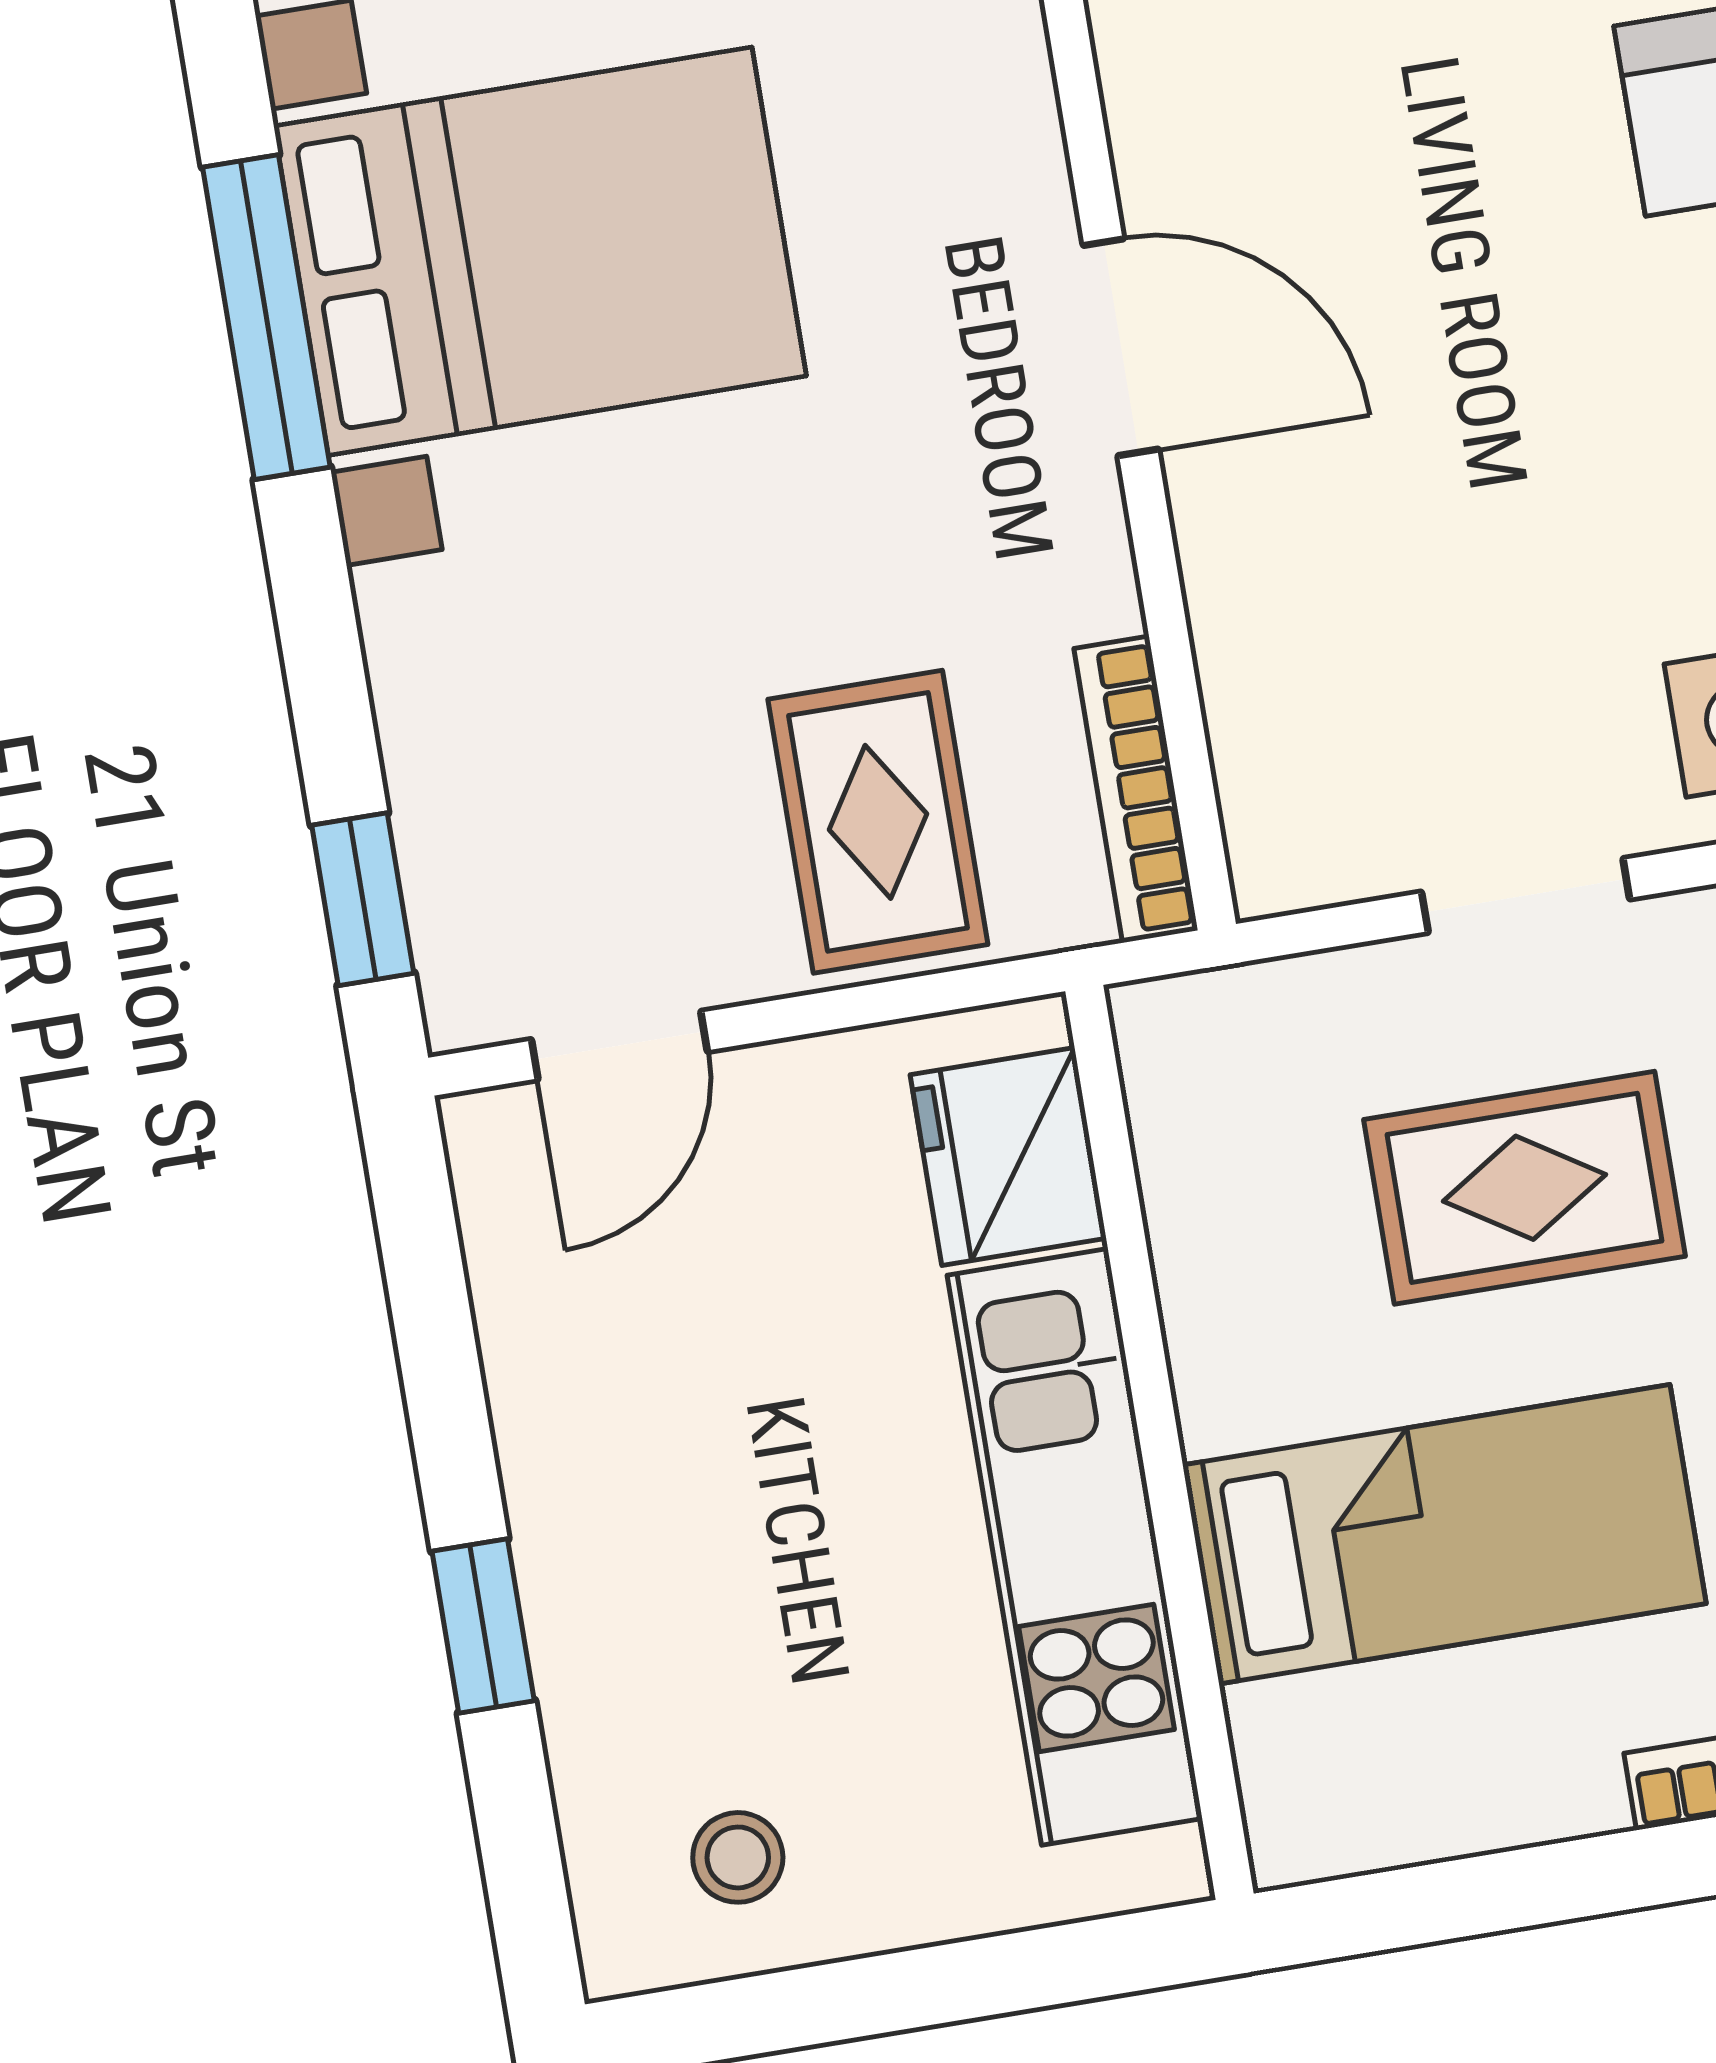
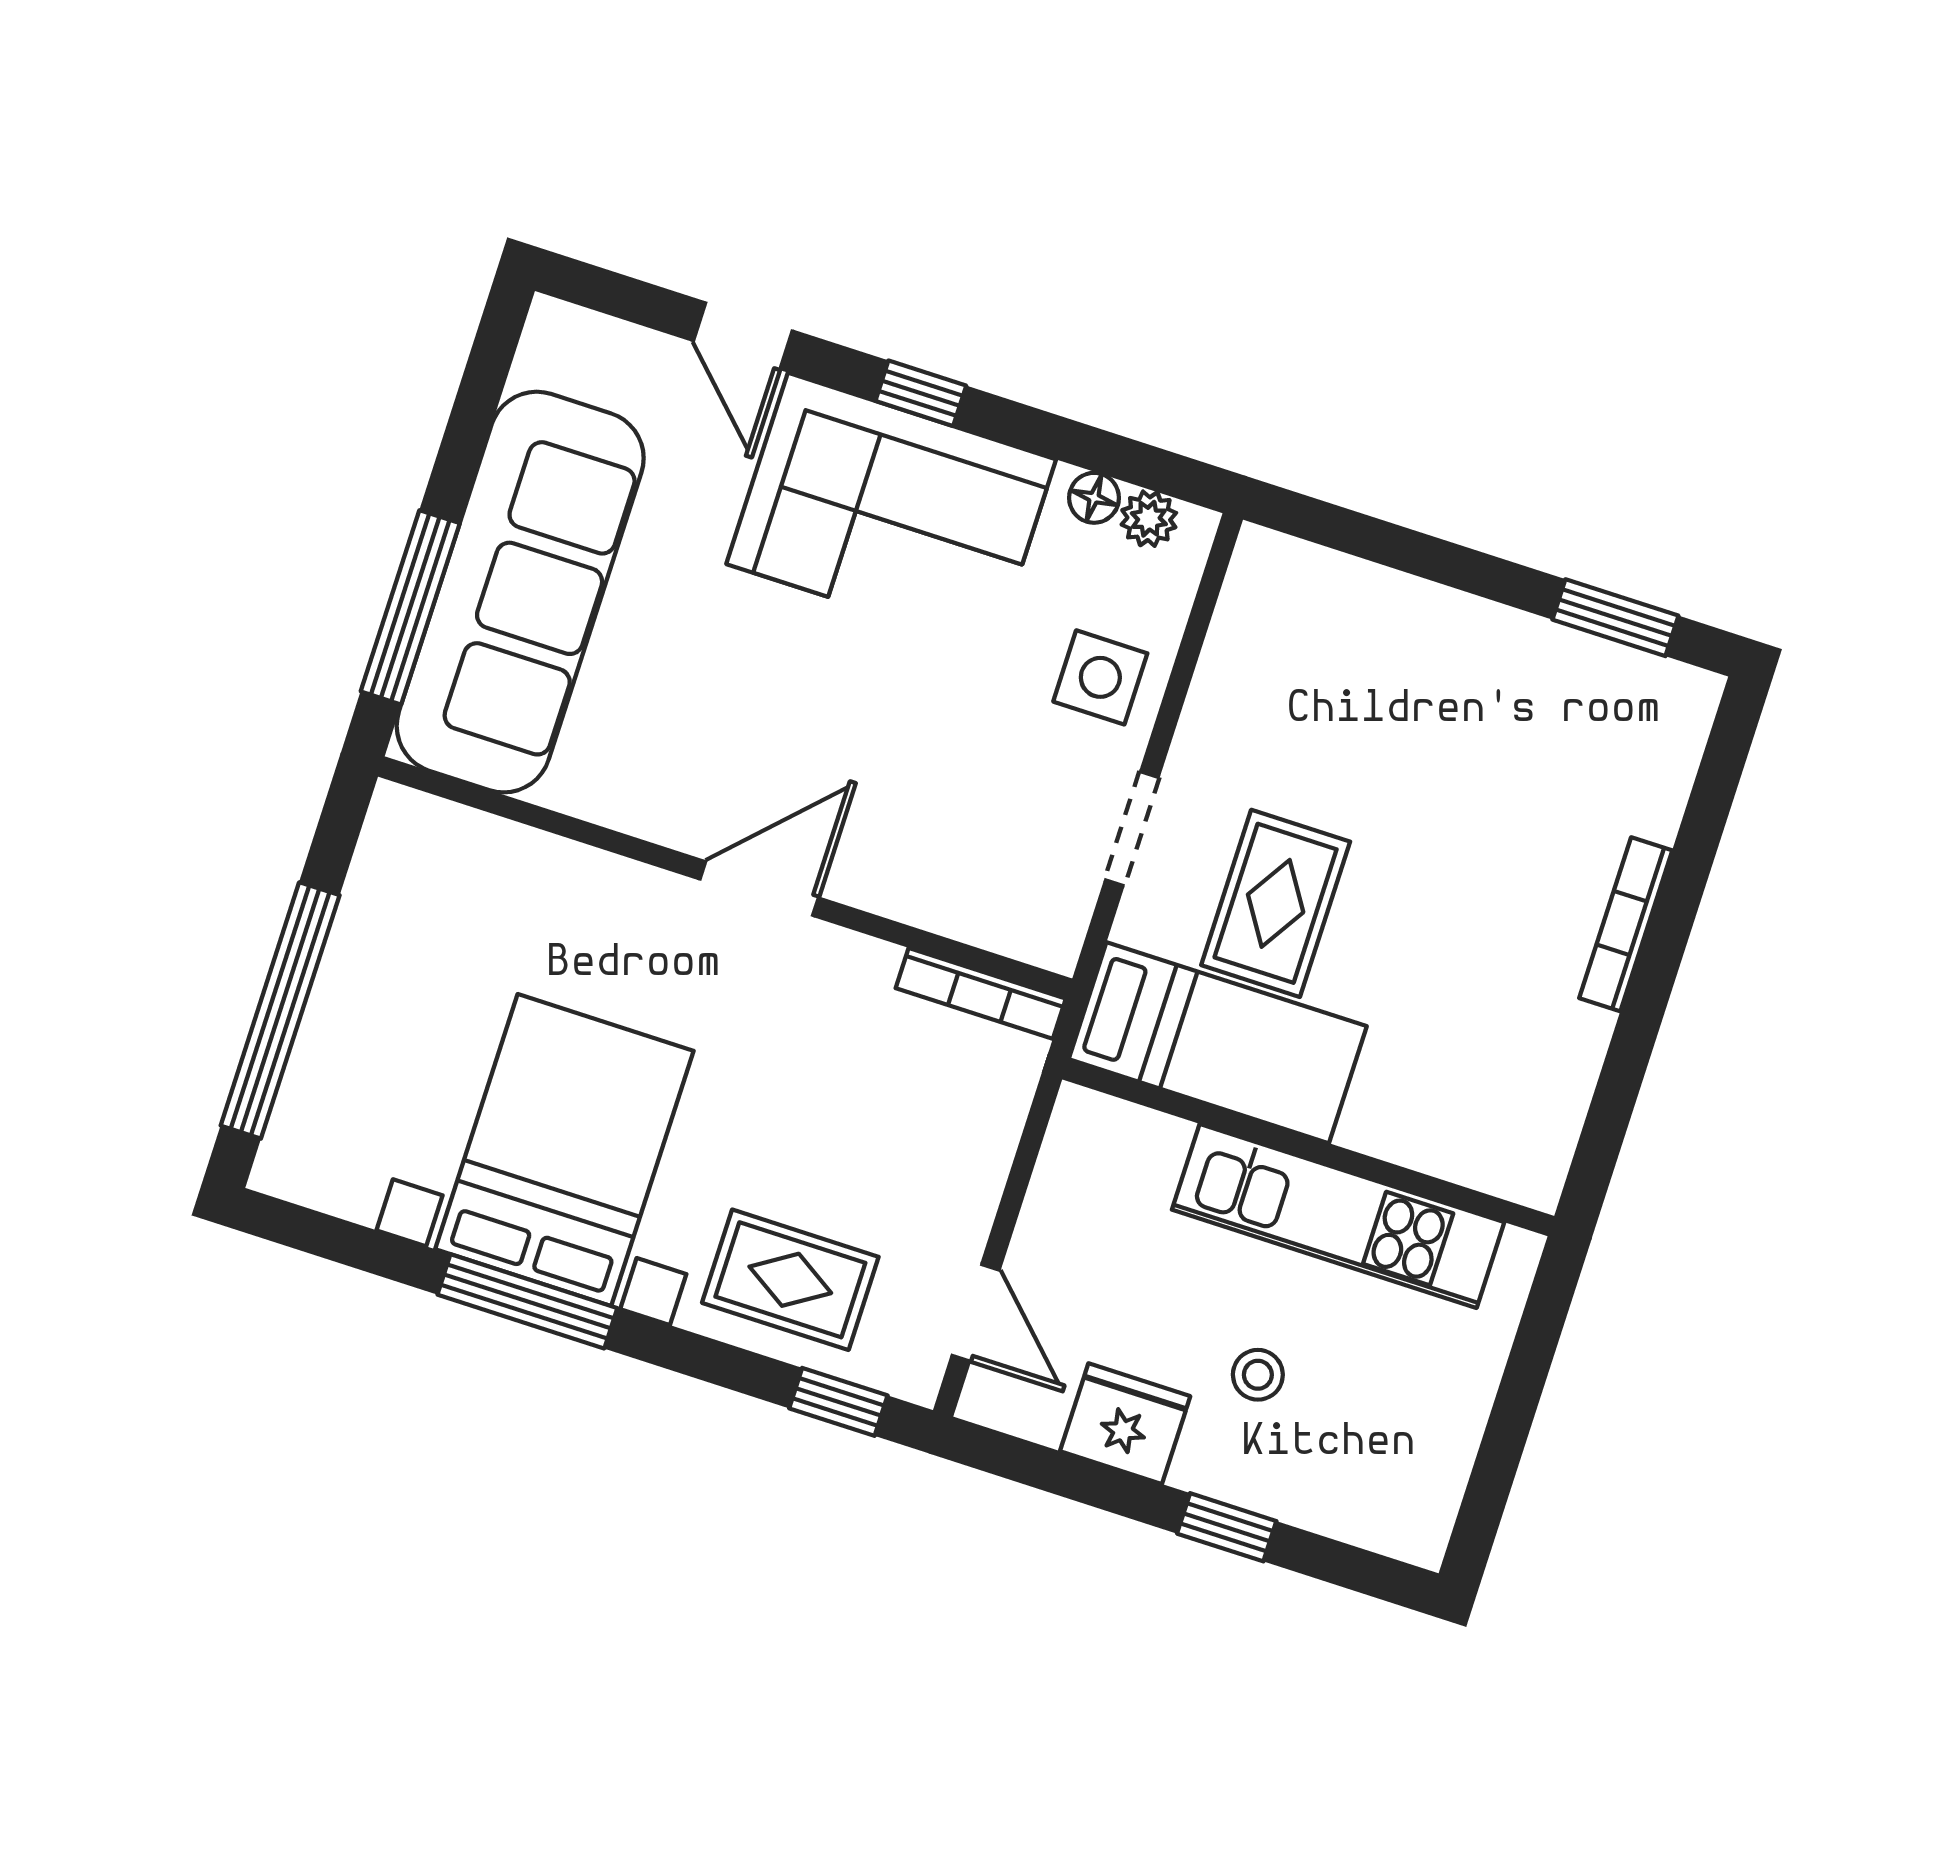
rug: (878, 822) -> (790, 1280), moved
fridge: (1008, 1156) -> (1125, 1424), moved, turned 180
bed: (1444, 1534) -> (1218, 1043), moved, turned 90
stool: (738, 1857) -> (1258, 1375), moved

